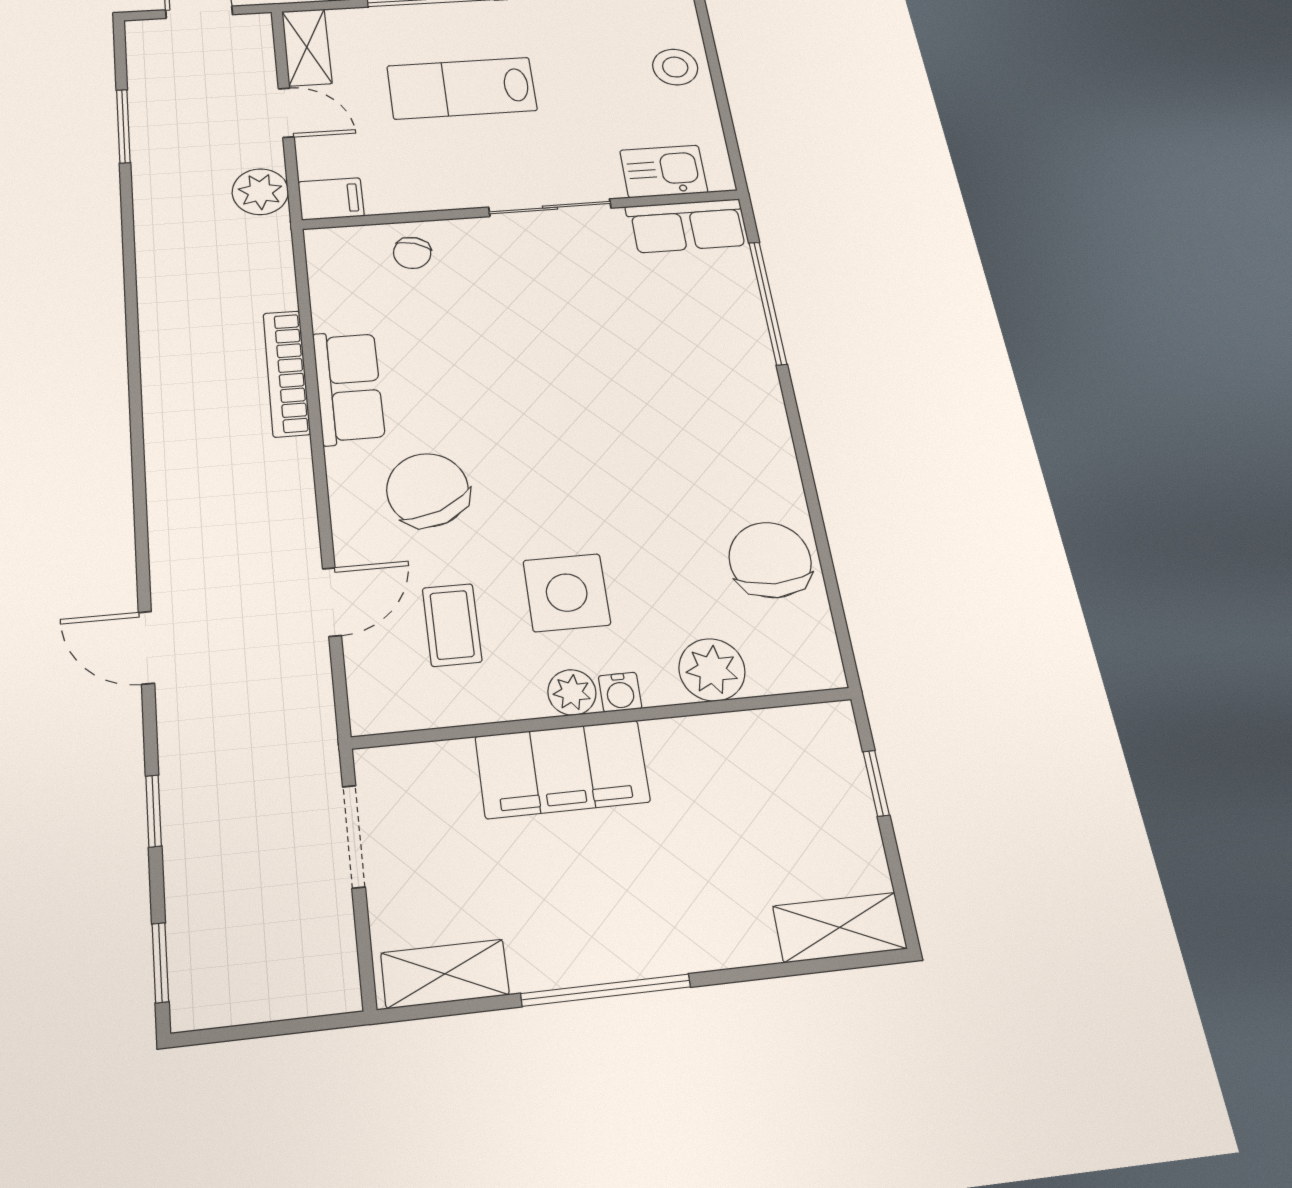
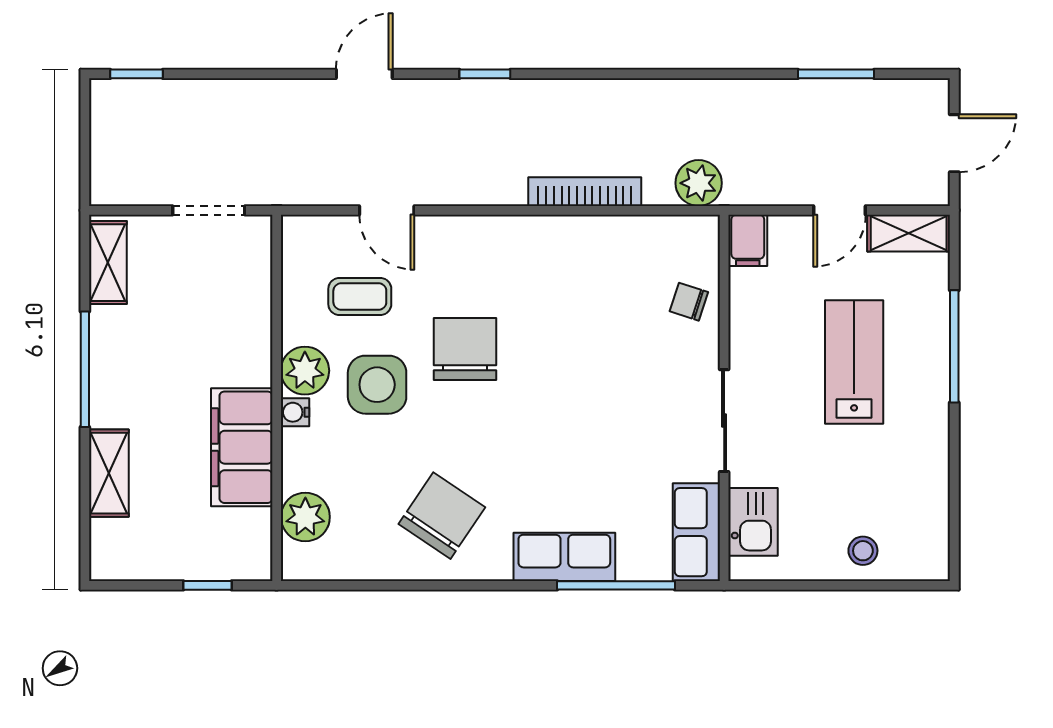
stool: (675, 67) -> (863, 551), width x0.73, depth x0.73
plant: (260, 192) -> (699, 183), moved
row of seats: (349, 387) -> (564, 557), moved, turned 180
chair: (428, 490) -> (465, 349), moved, turned -68
chair: (770, 560) -> (442, 516), moved, turned -56
plant: (712, 670) -> (305, 517), moved
plant: (572, 692) -> (305, 371), width x1.38, depth x1.38
filing cabinet: (562, 769) -> (242, 447), moved
window: (154, 811) -> (485, 74), moved
shelving: (840, 927) -> (109, 473), moved

